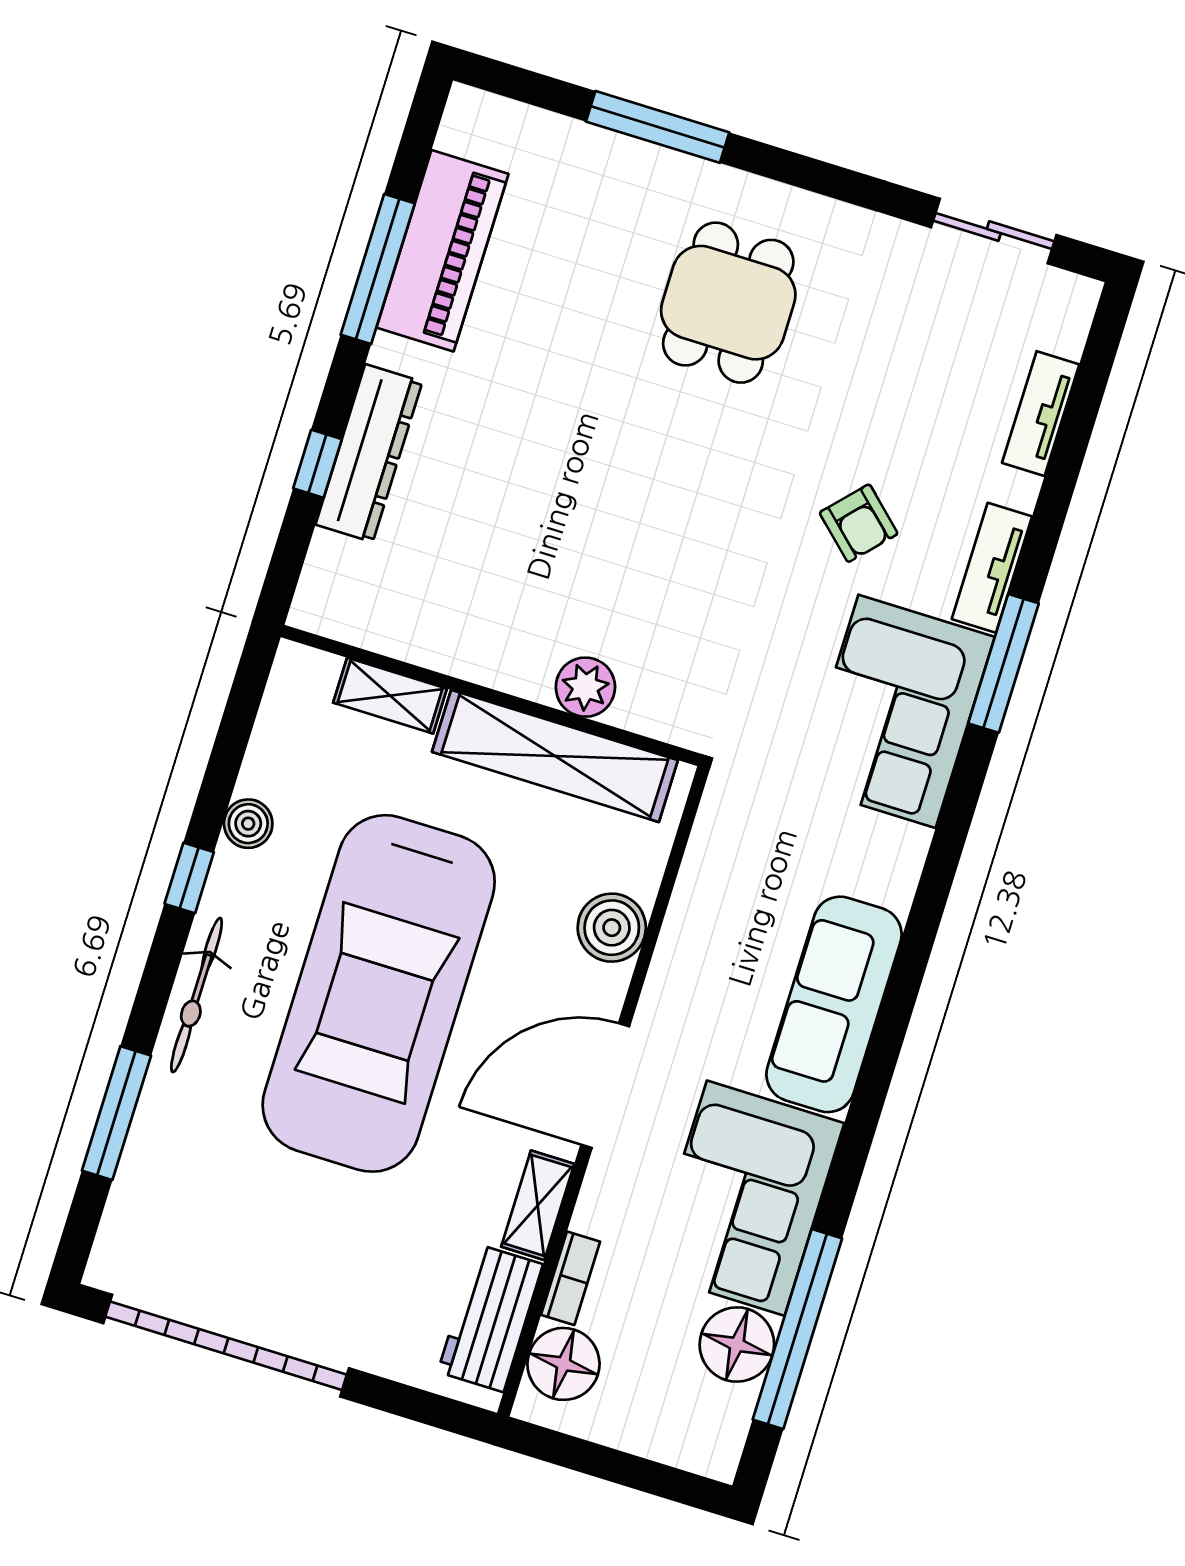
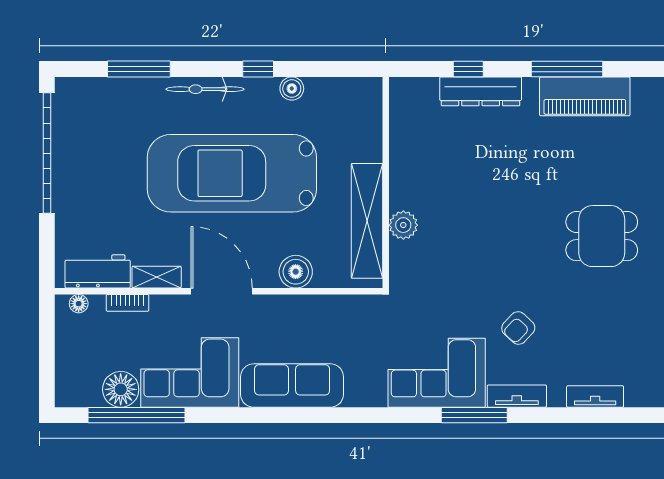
shelving: (390, 696) -> (371, 136), removed
floor lamp: (563, 1364) -> (79, 304), width x0.53, depth x0.53

